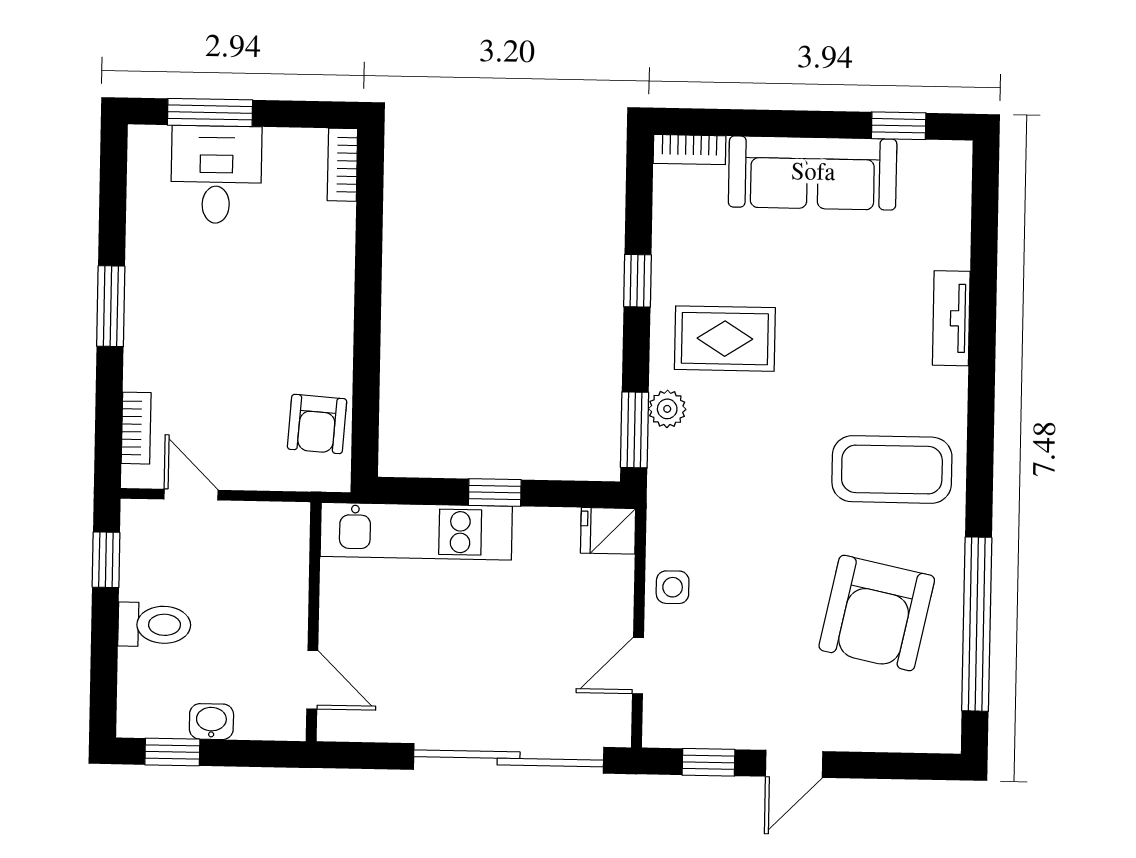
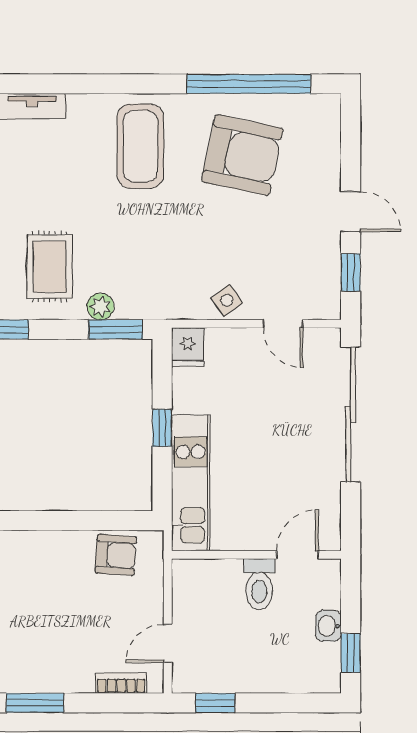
side table: (673, 587) -> (227, 300), turned -36
toilet: (154, 625) -> (259, 584), moved, turned 180

